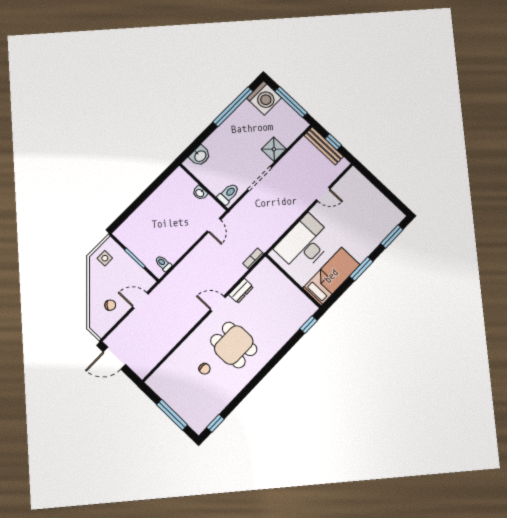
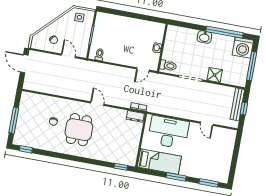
washbasin: (200, 156) -> (204, 37), moved
dresser: (241, 291) -> (135, 116), moved

